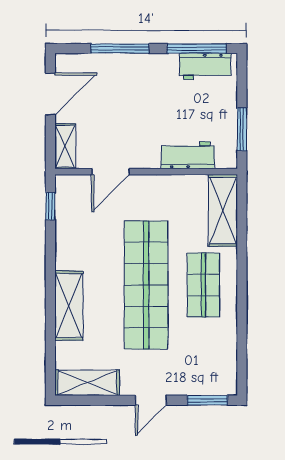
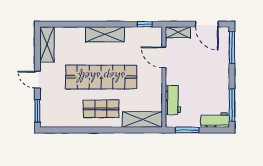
window: (120, 49) -> (232, 47), moved
workbench: (205, 66) -> (215, 120), moved, turned 90
shelving: (69, 306) -> (105, 34), moved

